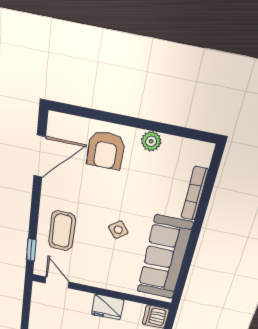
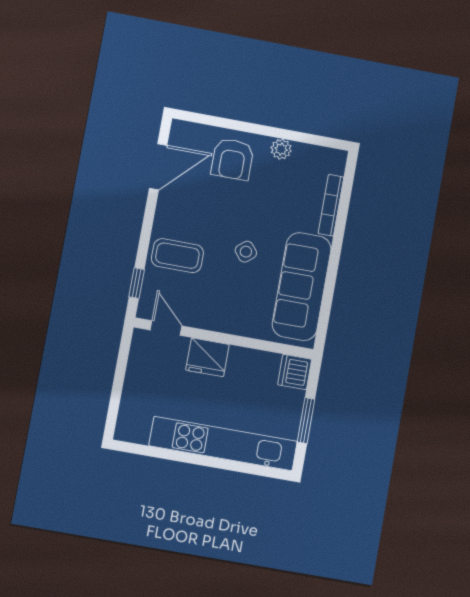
coffee table: (62, 231) -> (177, 256), turned 90
fridge: (108, 307) -> (207, 357), moved

